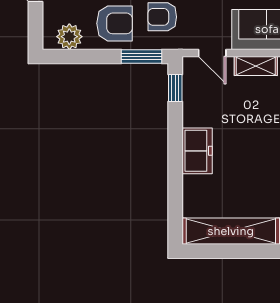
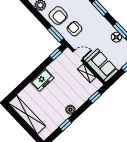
door: (212, 53) -> (78, 55), swing flipped

